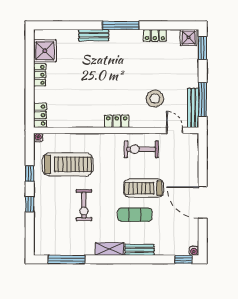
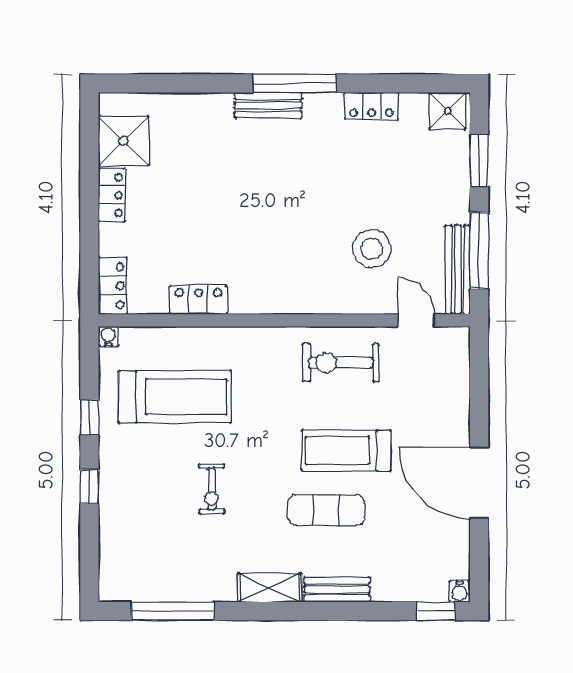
bench: (94, 35) -> (268, 105), moved
window: (203, 48) -> (479, 160), moved
locker: (117, 121) -> (198, 300), moved
exercise bike: (84, 205) -> (212, 489), width x0.73, depth x0.72

